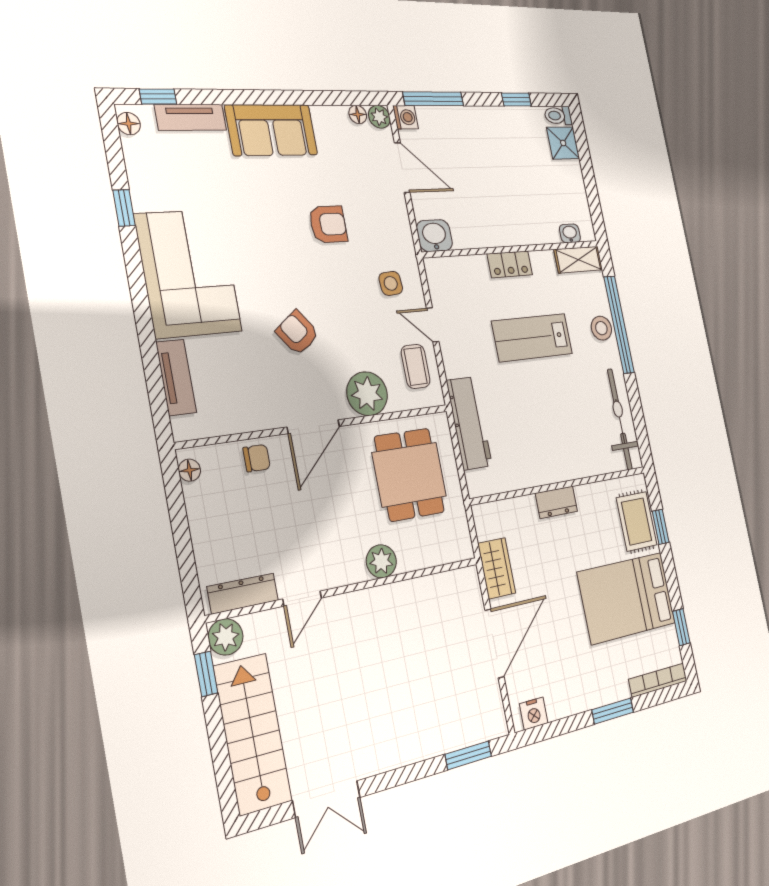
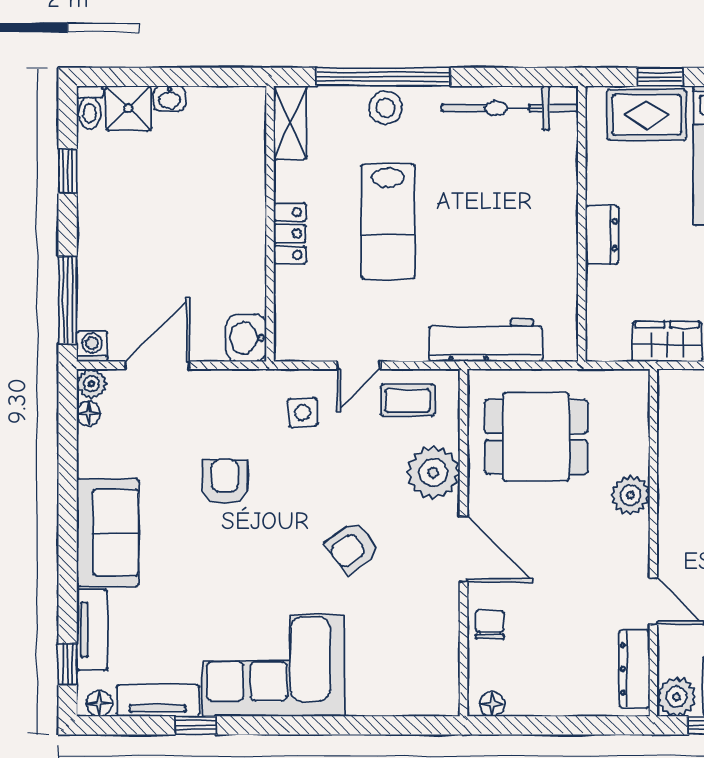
washbasin: (570, 233) -> (169, 99), moved, turned -90
tv unit: (176, 377) -> (158, 701), moved

